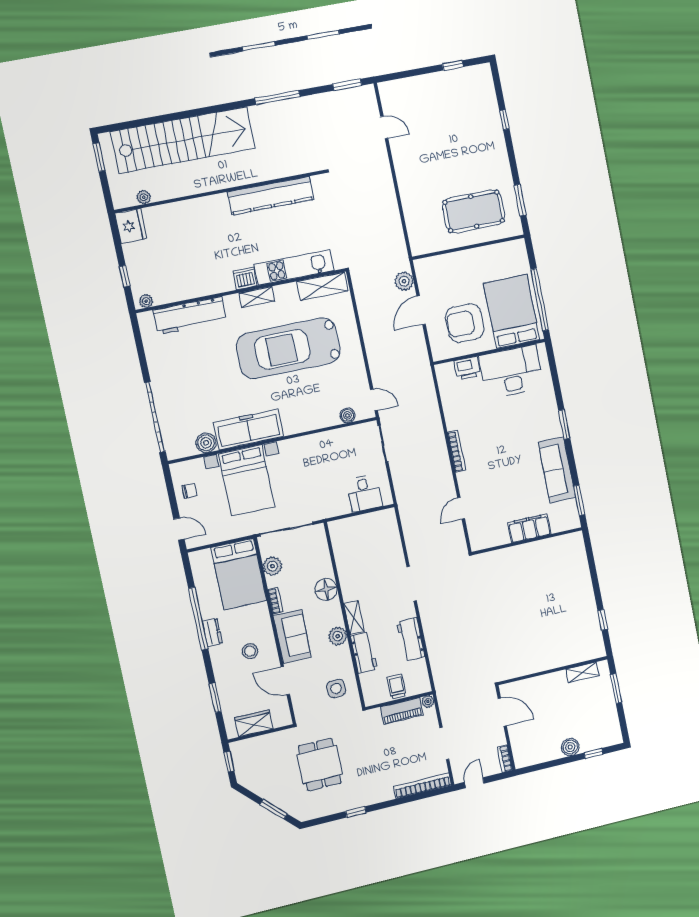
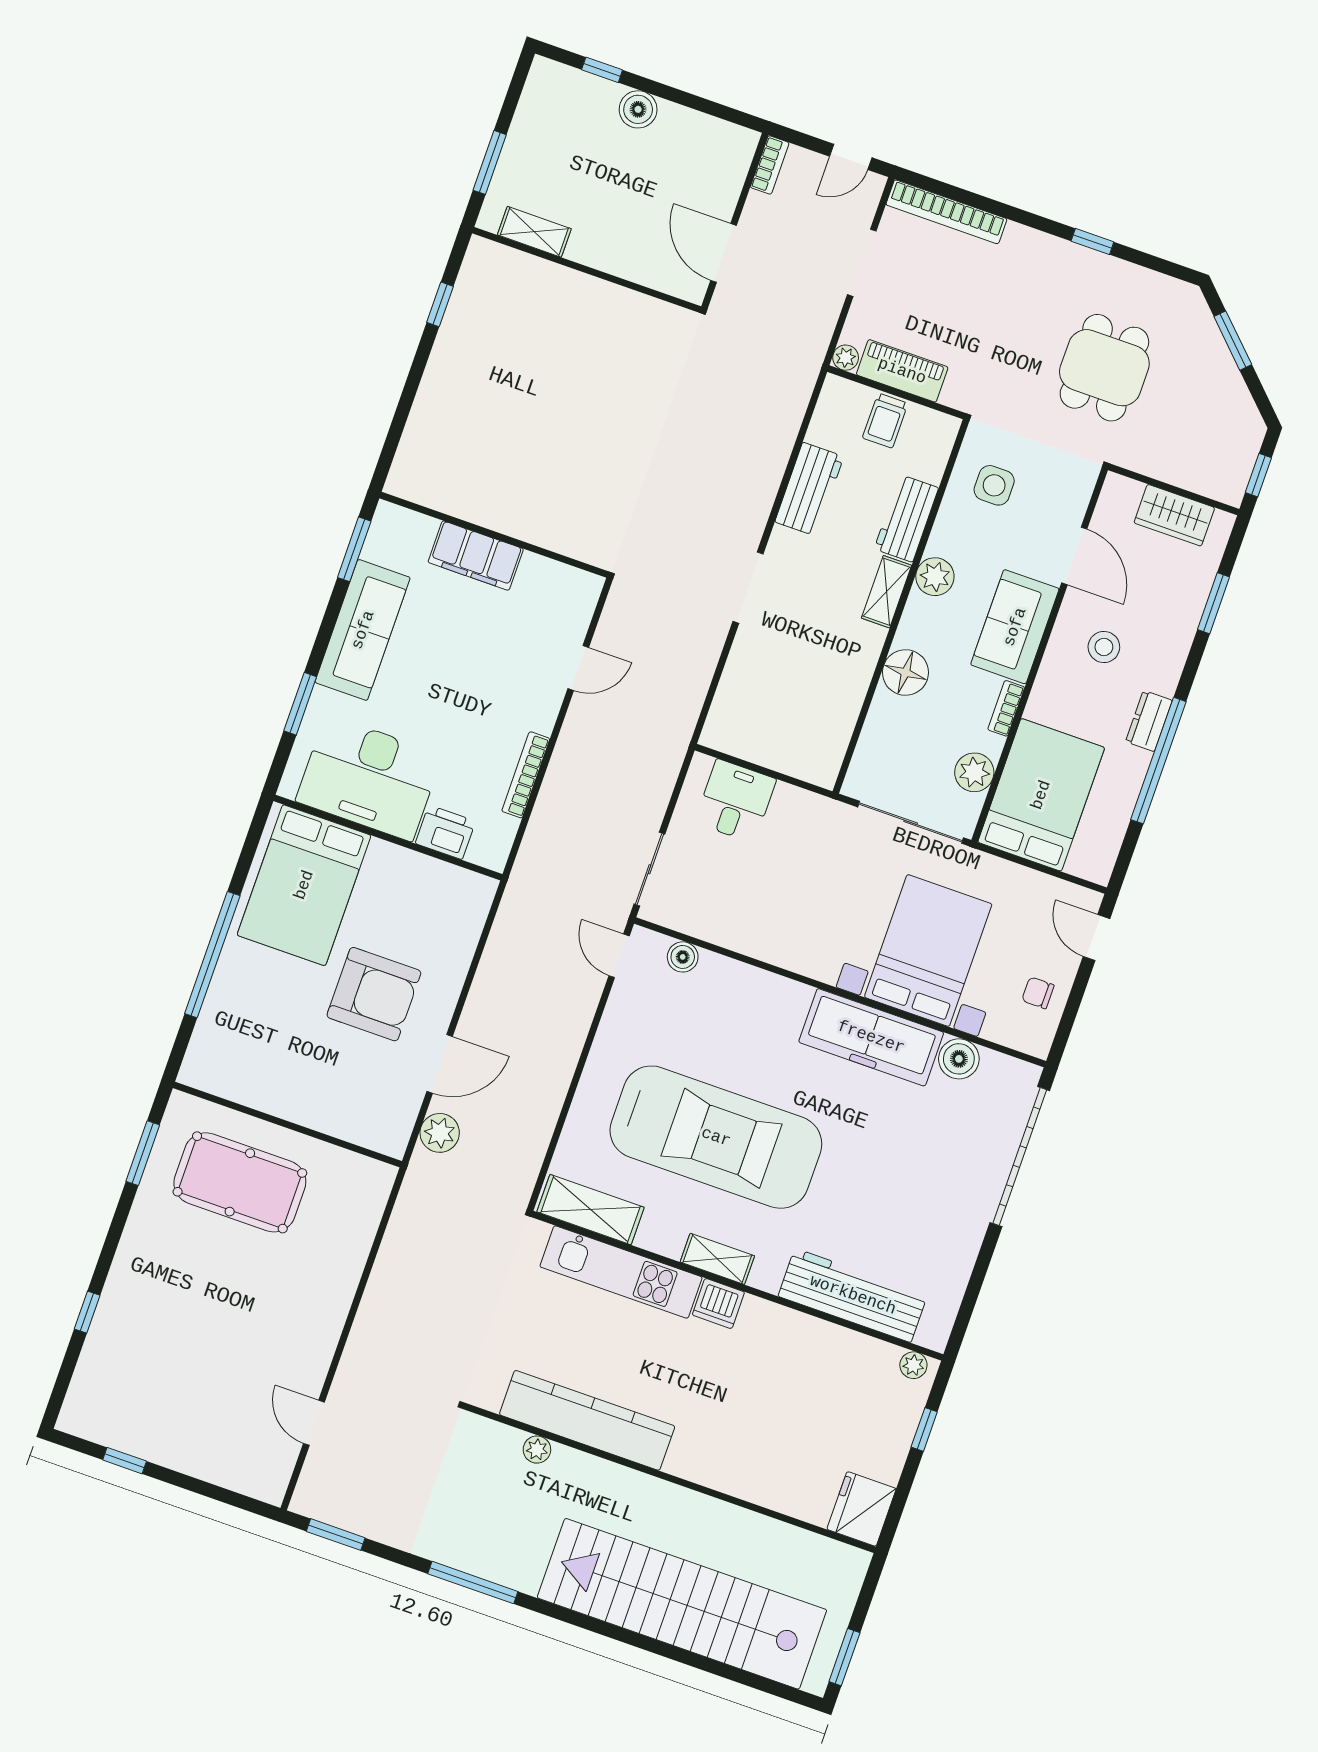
plant: (144, 197) -> (537, 1450), moved
bed: (512, 311) -> (304, 885), moved
wall: (489, 352) -> (388, 838), moved
printer: (467, 368) -> (445, 832), moved
desk: (511, 372) -> (369, 778), moved

